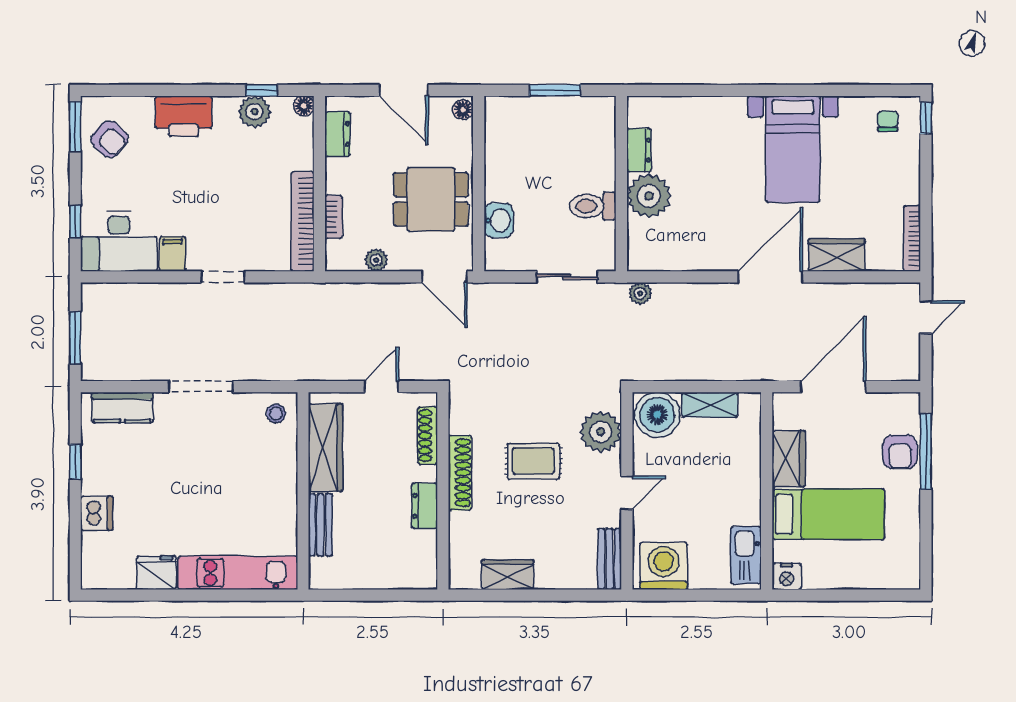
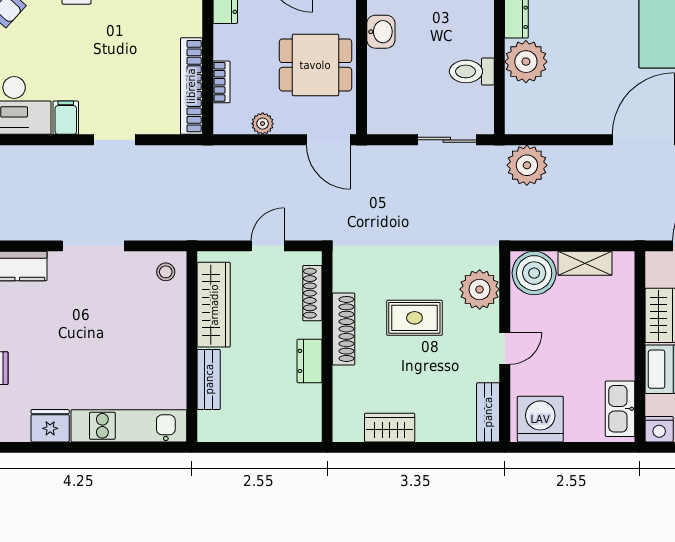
washbasin: (499, 220) -> (381, 32), moved
plant: (640, 293) -> (527, 165), width x1.87, depth x1.87

